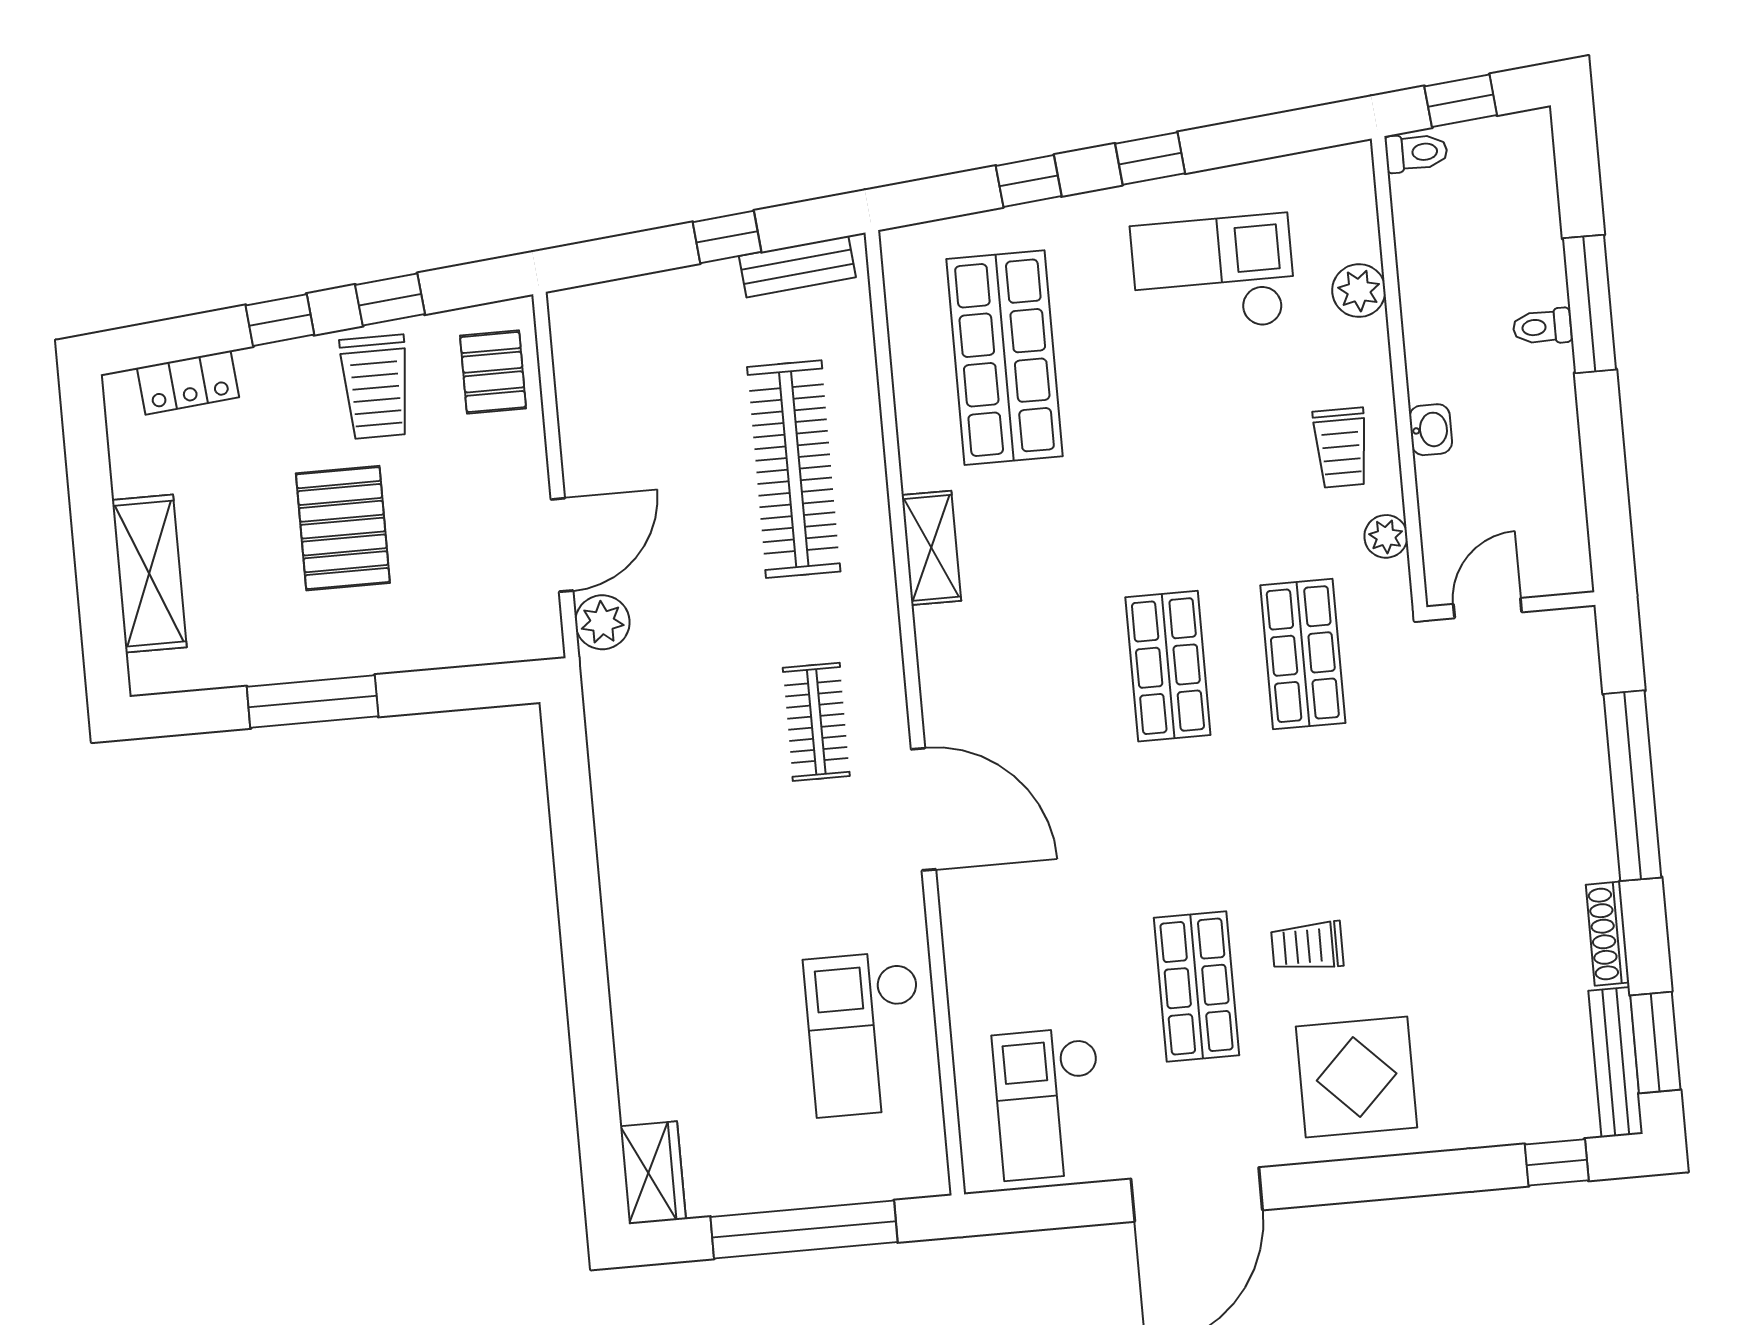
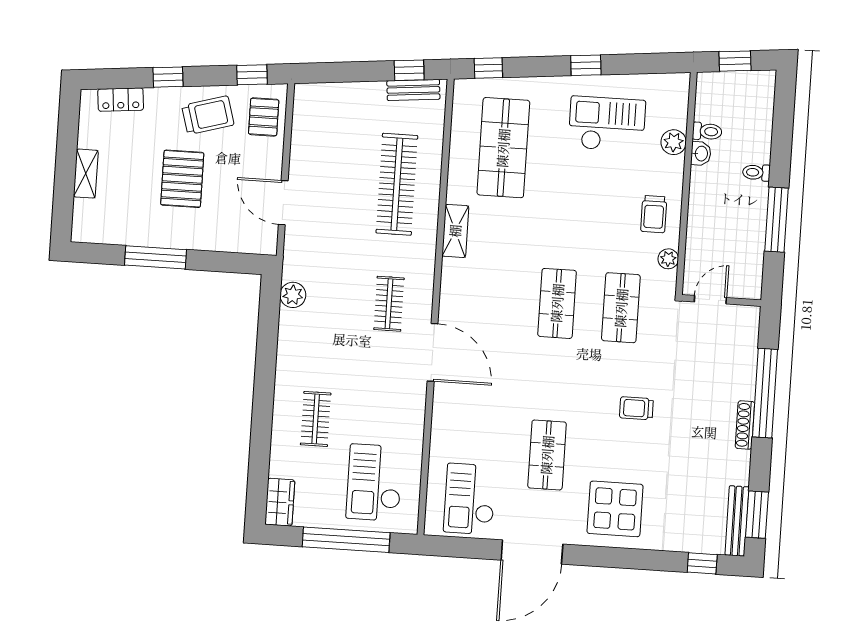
toilet: (1416, 153) -> (707, 131), moved
window: (1029, 181) -> (488, 68), moved
window: (727, 237) -> (409, 70), moved
window: (390, 300) -> (252, 75), moved
window: (1589, 304) -> (777, 220), moved
trolley: (376, 387) -> (208, 115), turned -106
washbasin: (1431, 430) -> (701, 154), moved
door: (562, 545) -> (283, 203), swing flipped
shelving: (149, 574) -> (86, 174), width x0.67, depth x0.75
plant: (602, 622) -> (293, 295), moved
shoe rack: (1608, 934) -> (745, 425), moved
trolley: (1307, 946) -> (636, 408), moved
clothes rail: (701, 987) -> (316, 419), added
checkout: (865, 1034) -> (374, 483), moved

